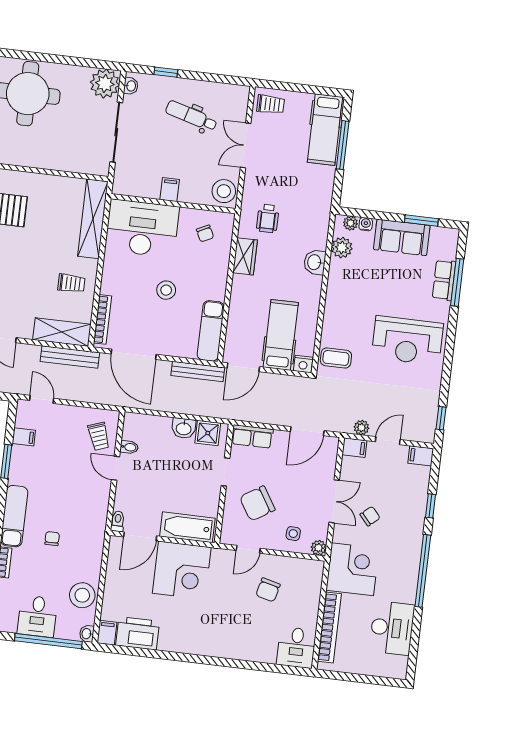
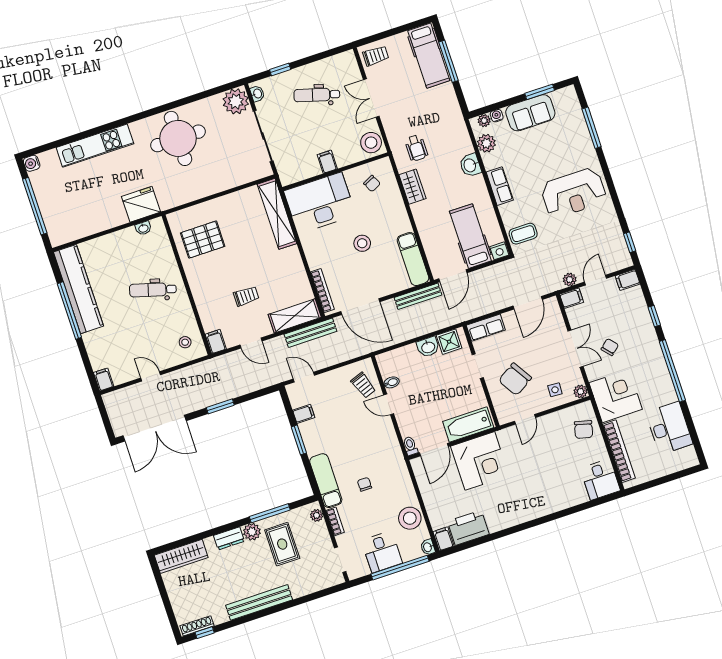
row of seats: (444, 280) -> (500, 186), moved, turned 180
trolley: (71, 283) -> (246, 296), moved
chair: (268, 590) -> (584, 429), moved

